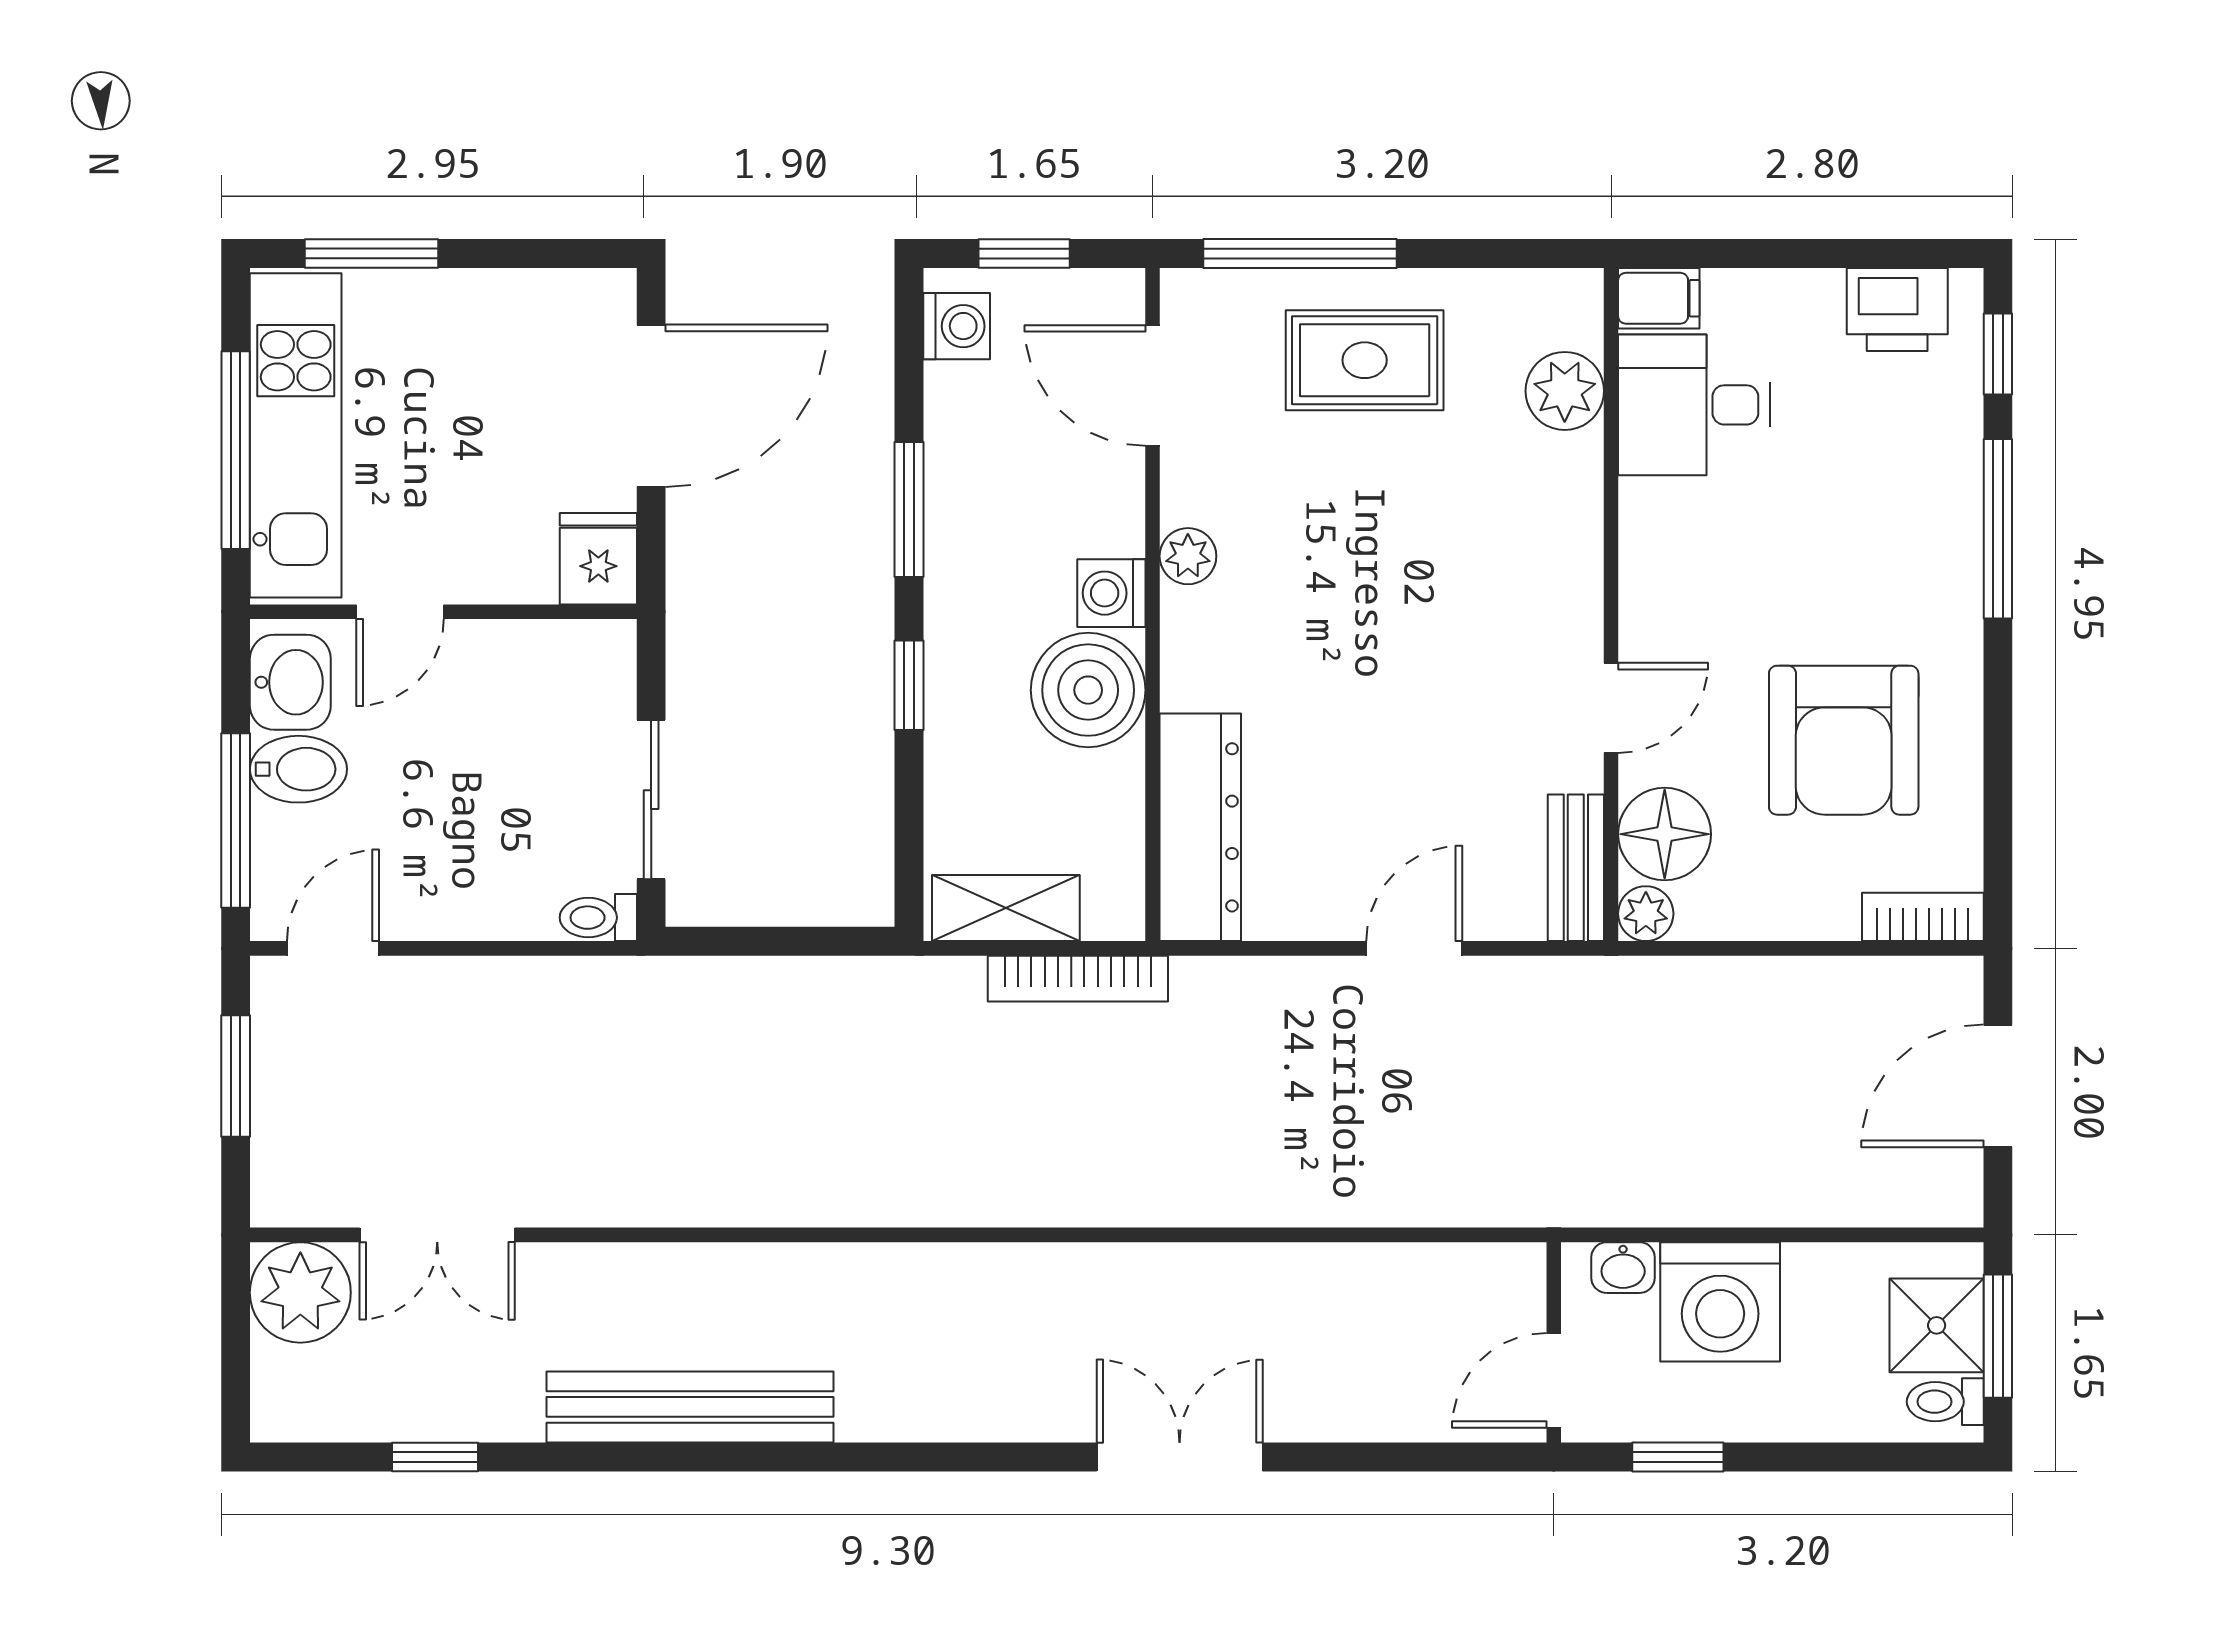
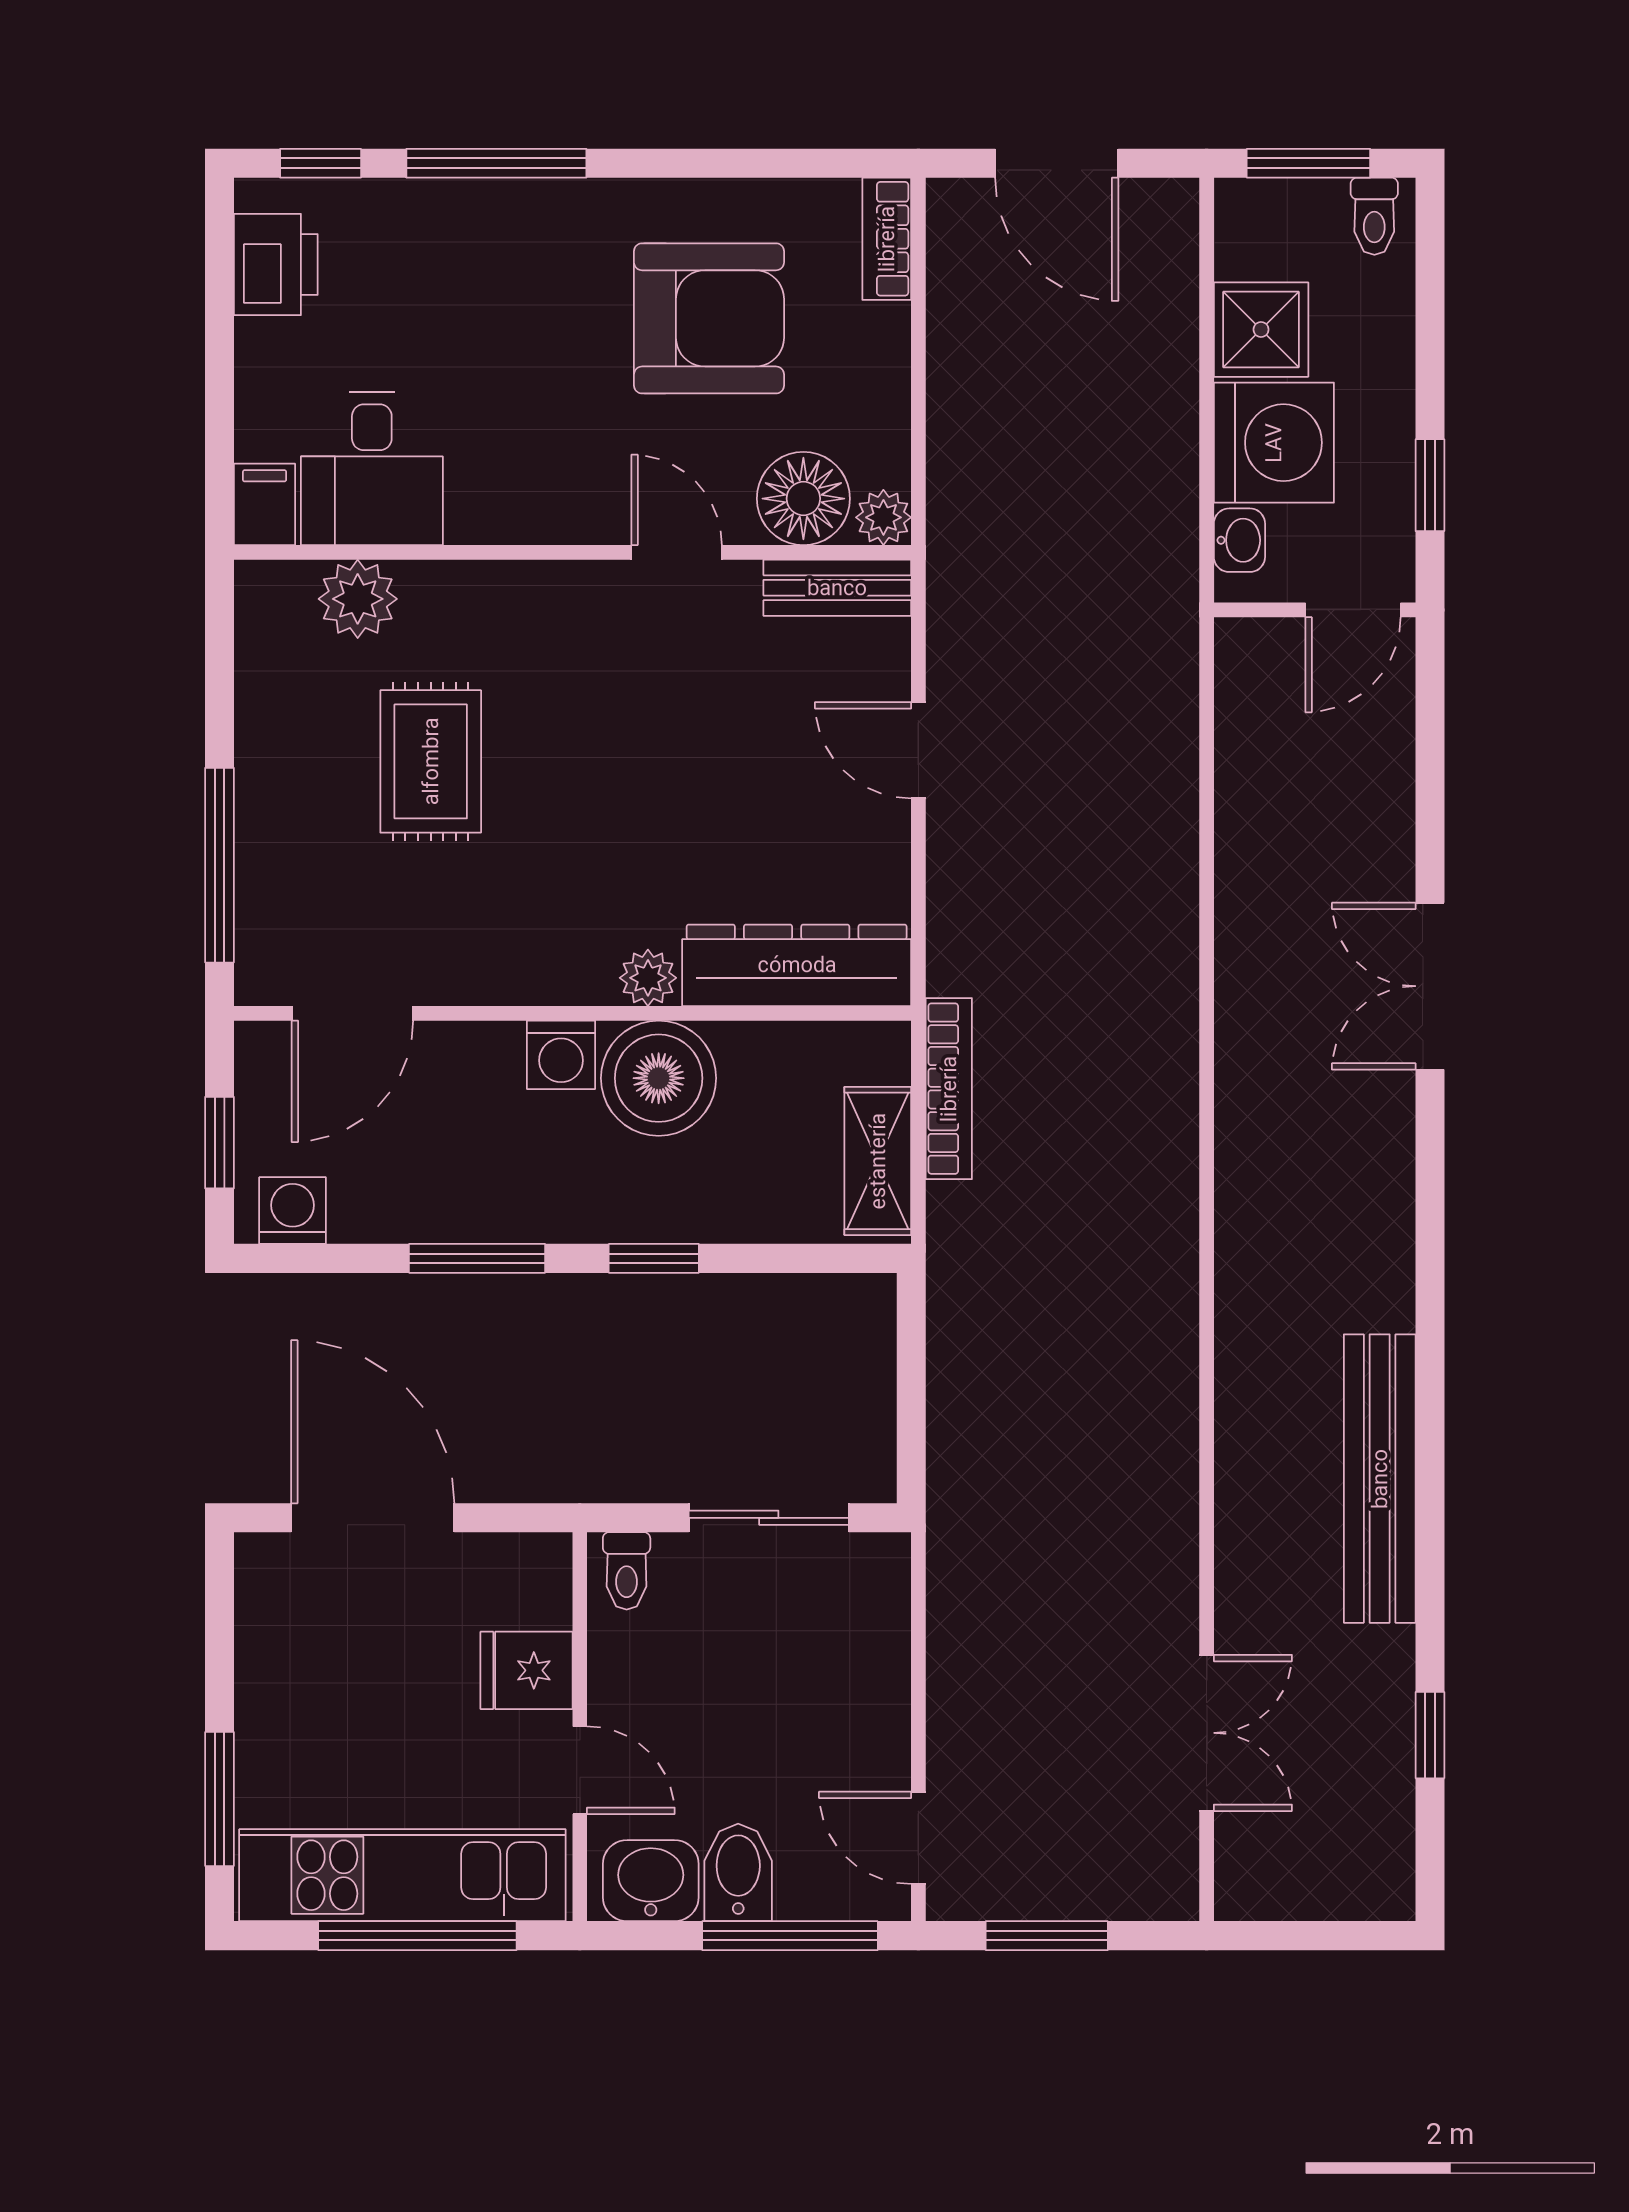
rug: (1365, 360) -> (431, 761), moved
plant: (1188, 556) -> (648, 978), moved
fridge: (598, 559) -> (526, 1670), moved
toilet: (598, 918) -> (627, 1571), moved
plant: (300, 1292) -> (1264, 1871), removed
shower: (1937, 1325) -> (1261, 330), moved
door: (1554, 1380) -> (1353, 610), hinge flipped

